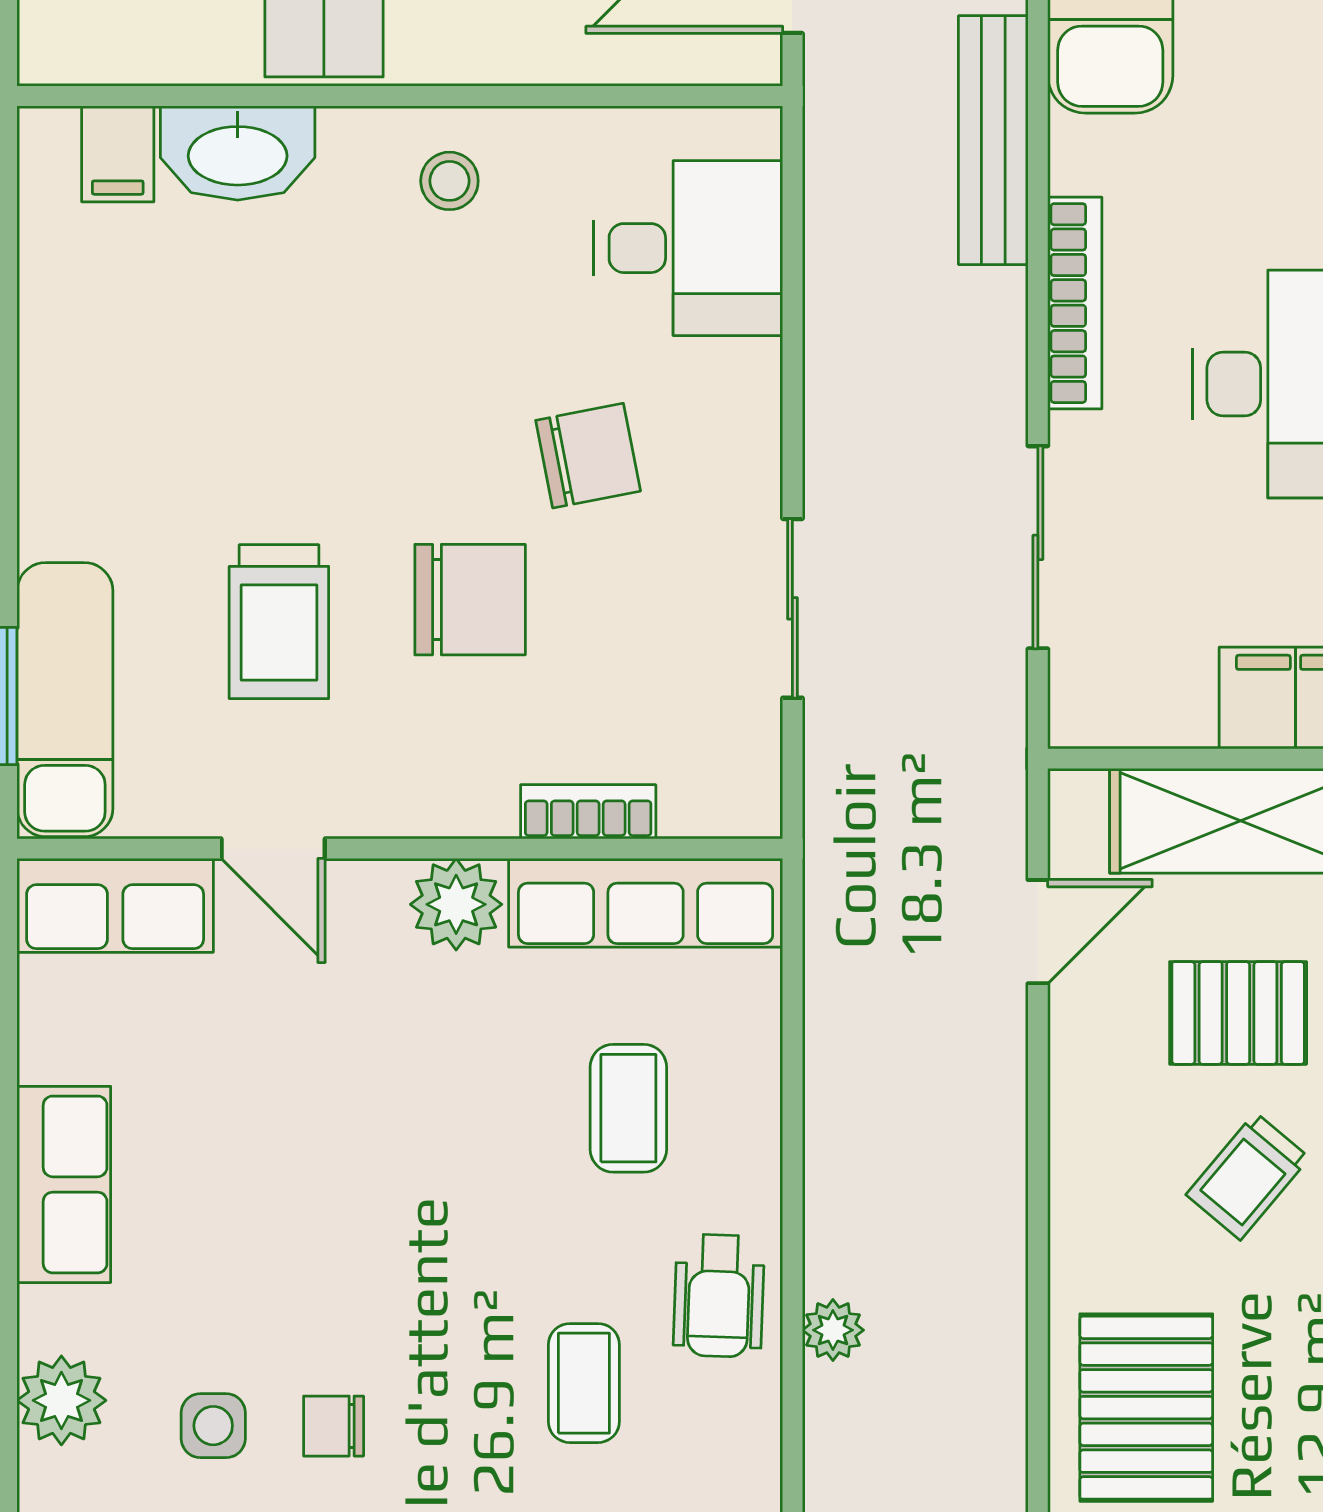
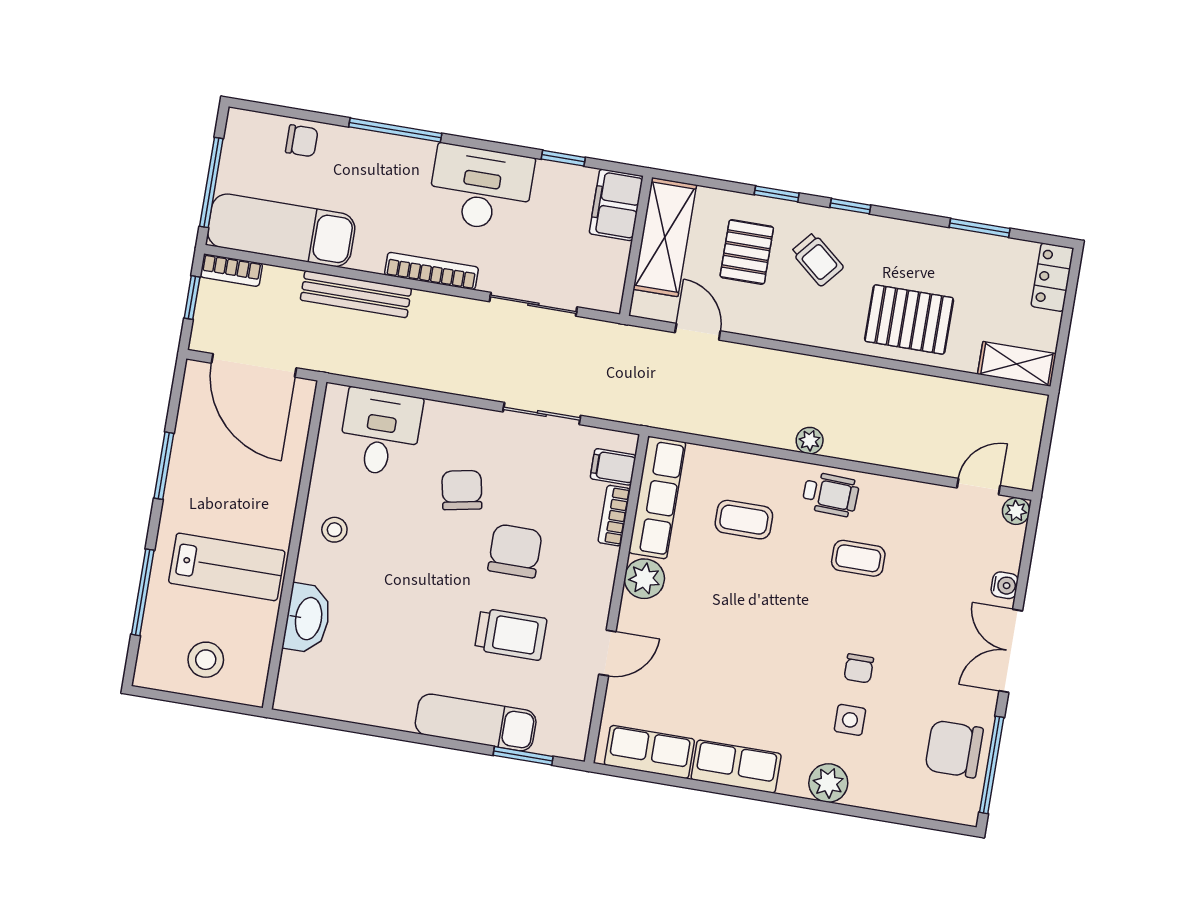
filing cabinet: (118, 154) -> (613, 467), moved, turned 180
exam couch: (65, 700) -> (476, 722), moved
row of seats: (115, 905) -> (649, 752), moved, turned -90
plant: (833, 1330) -> (810, 441), moved

